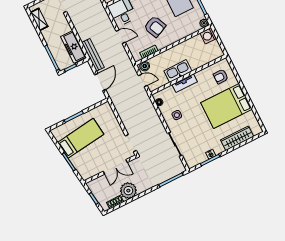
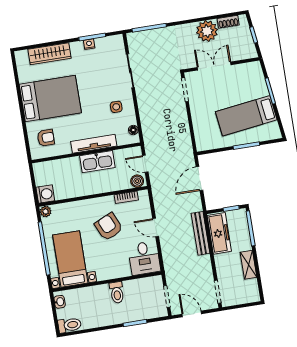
shelving: (39, 19) -> (248, 265), moved
bench: (93, 55) -> (201, 233), moved
tv unit: (185, 83) -> (94, 144), width x1.41

